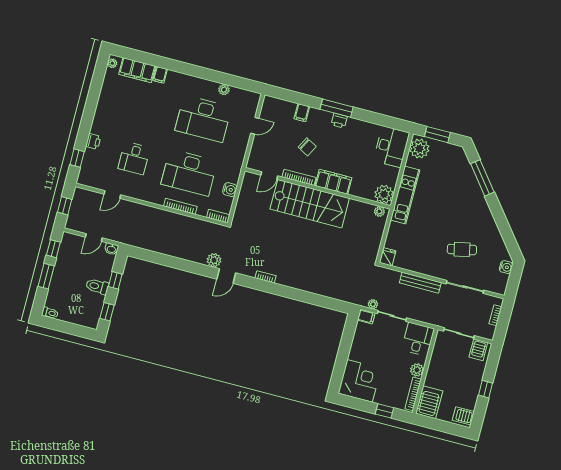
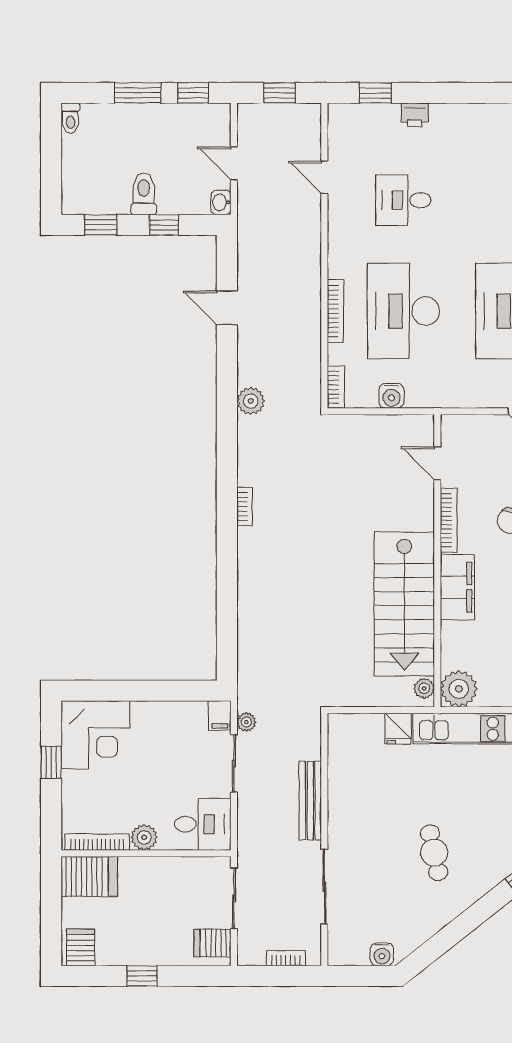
stairs: (310, 204) -> (404, 604), moved
cafe table: (462, 250) -> (434, 853), moved
fridge: (388, 257) -> (398, 729), moved, turned 90
door: (226, 276) -> (227, 308), moved
window: (384, 411) -> (51, 762), moved

